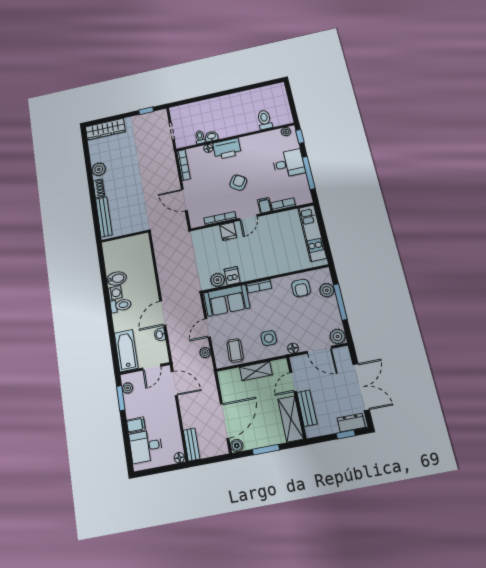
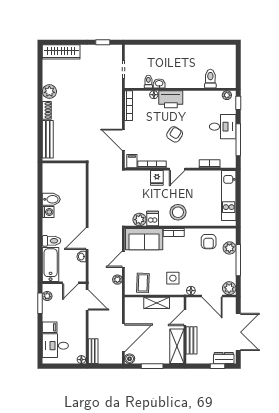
filing cabinet: (265, 205) -> (132, 161), moved
stool: (259, 263) -> (178, 212), added
toilet: (121, 305) -> (51, 241), moved

